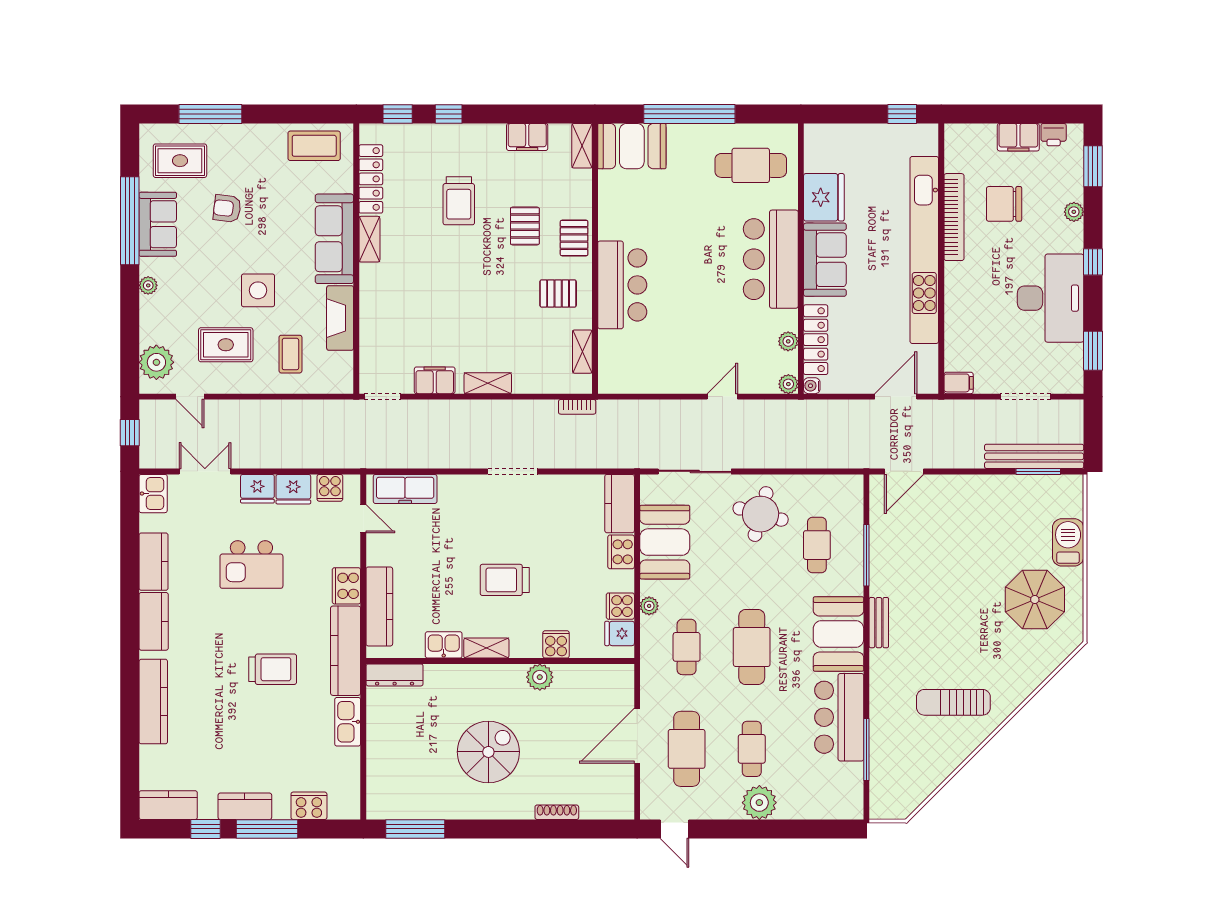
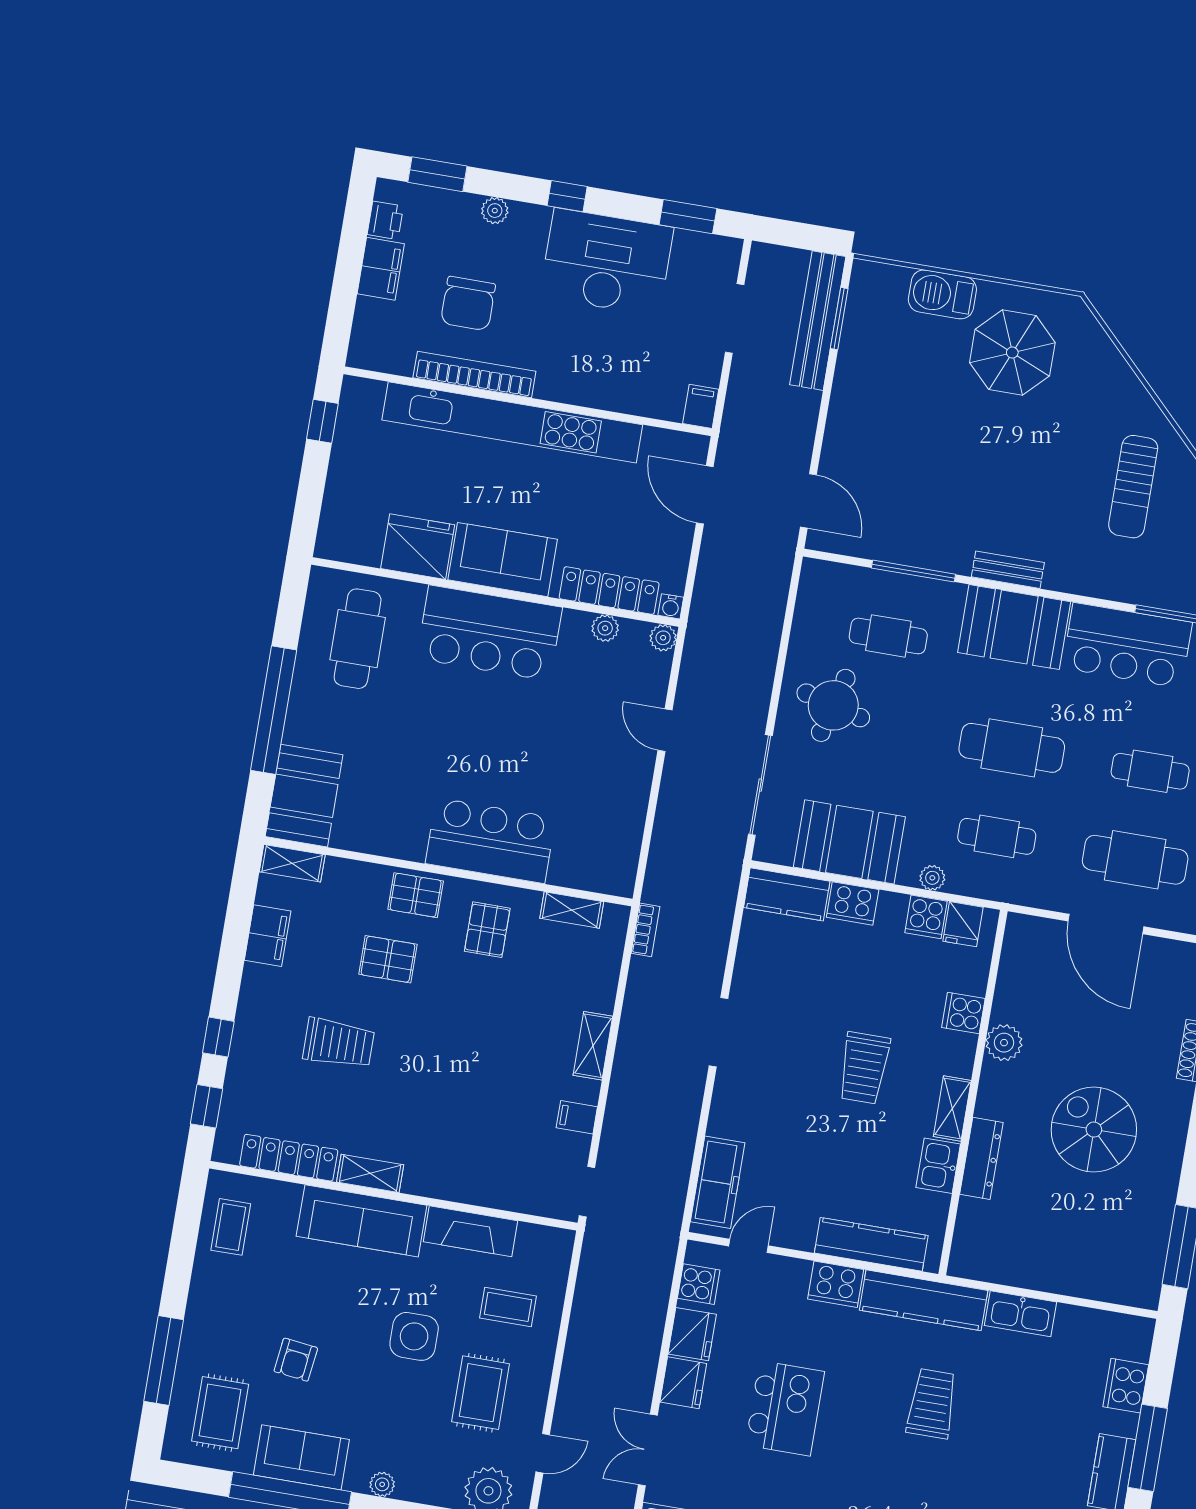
coffee table: (314, 146) -> (231, 1227), width x0.73, depth x0.77
filing cabinet: (435, 380) -> (577, 1117), width x0.50
dresser: (395, 675) -> (981, 1158), moved

